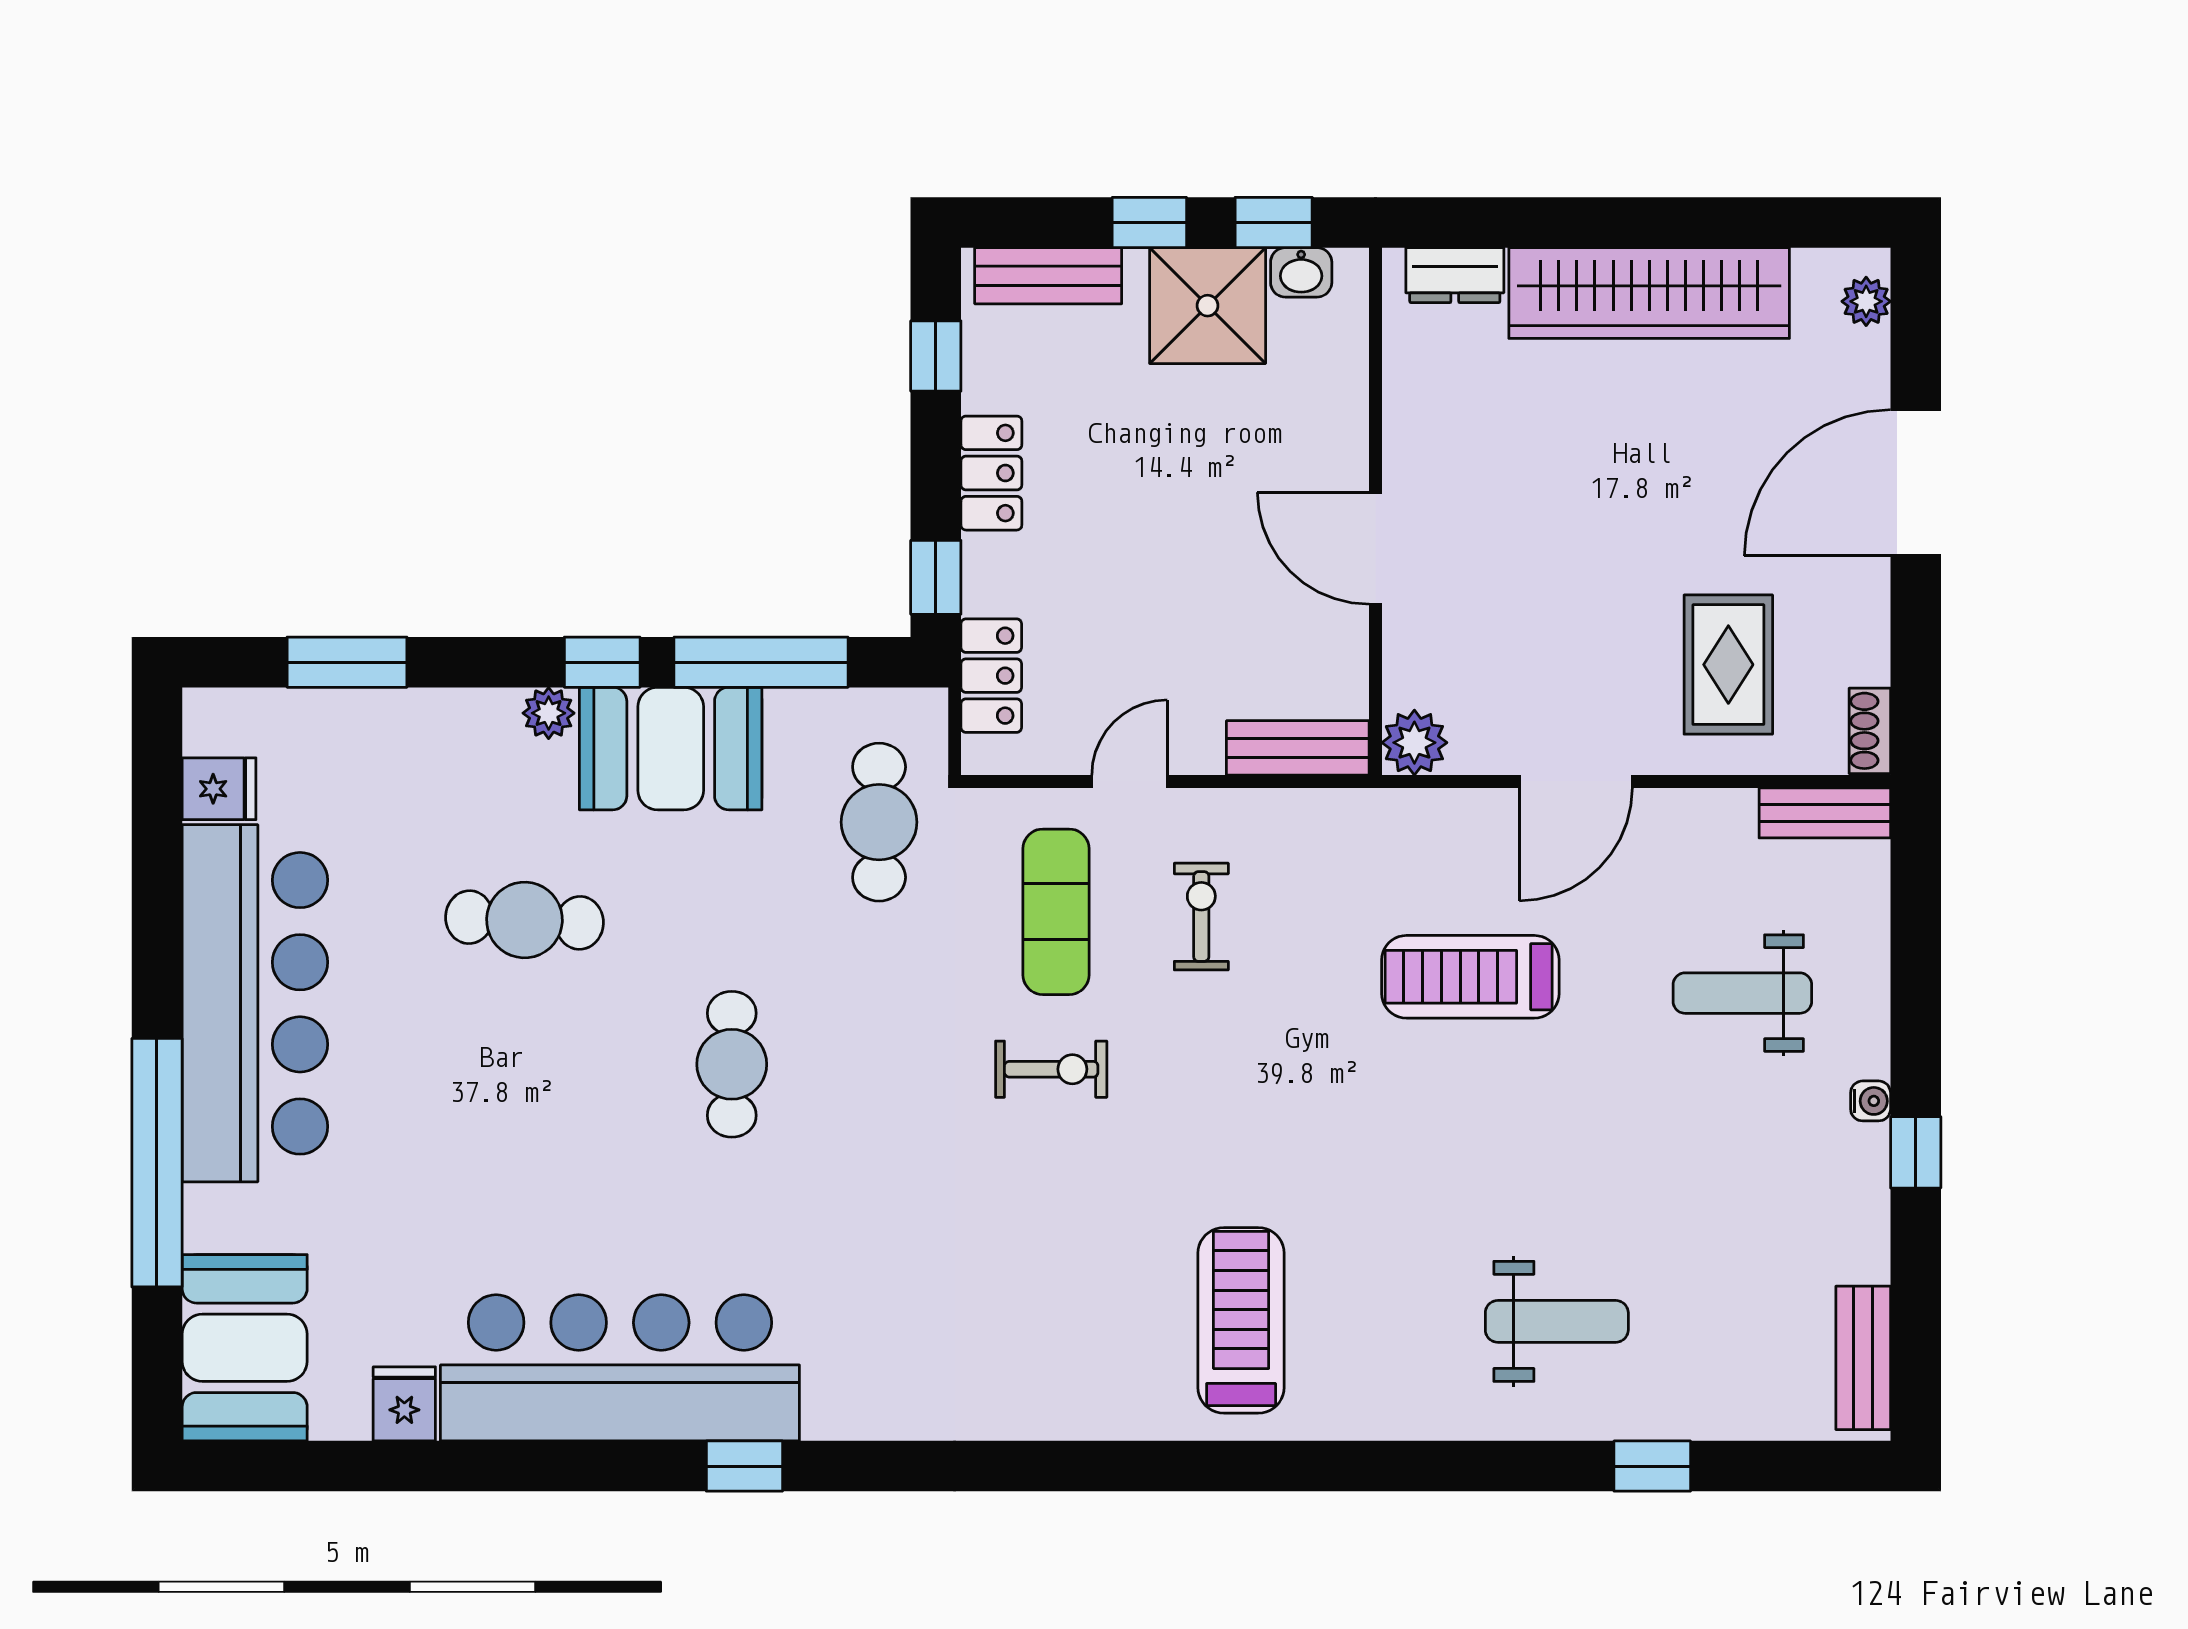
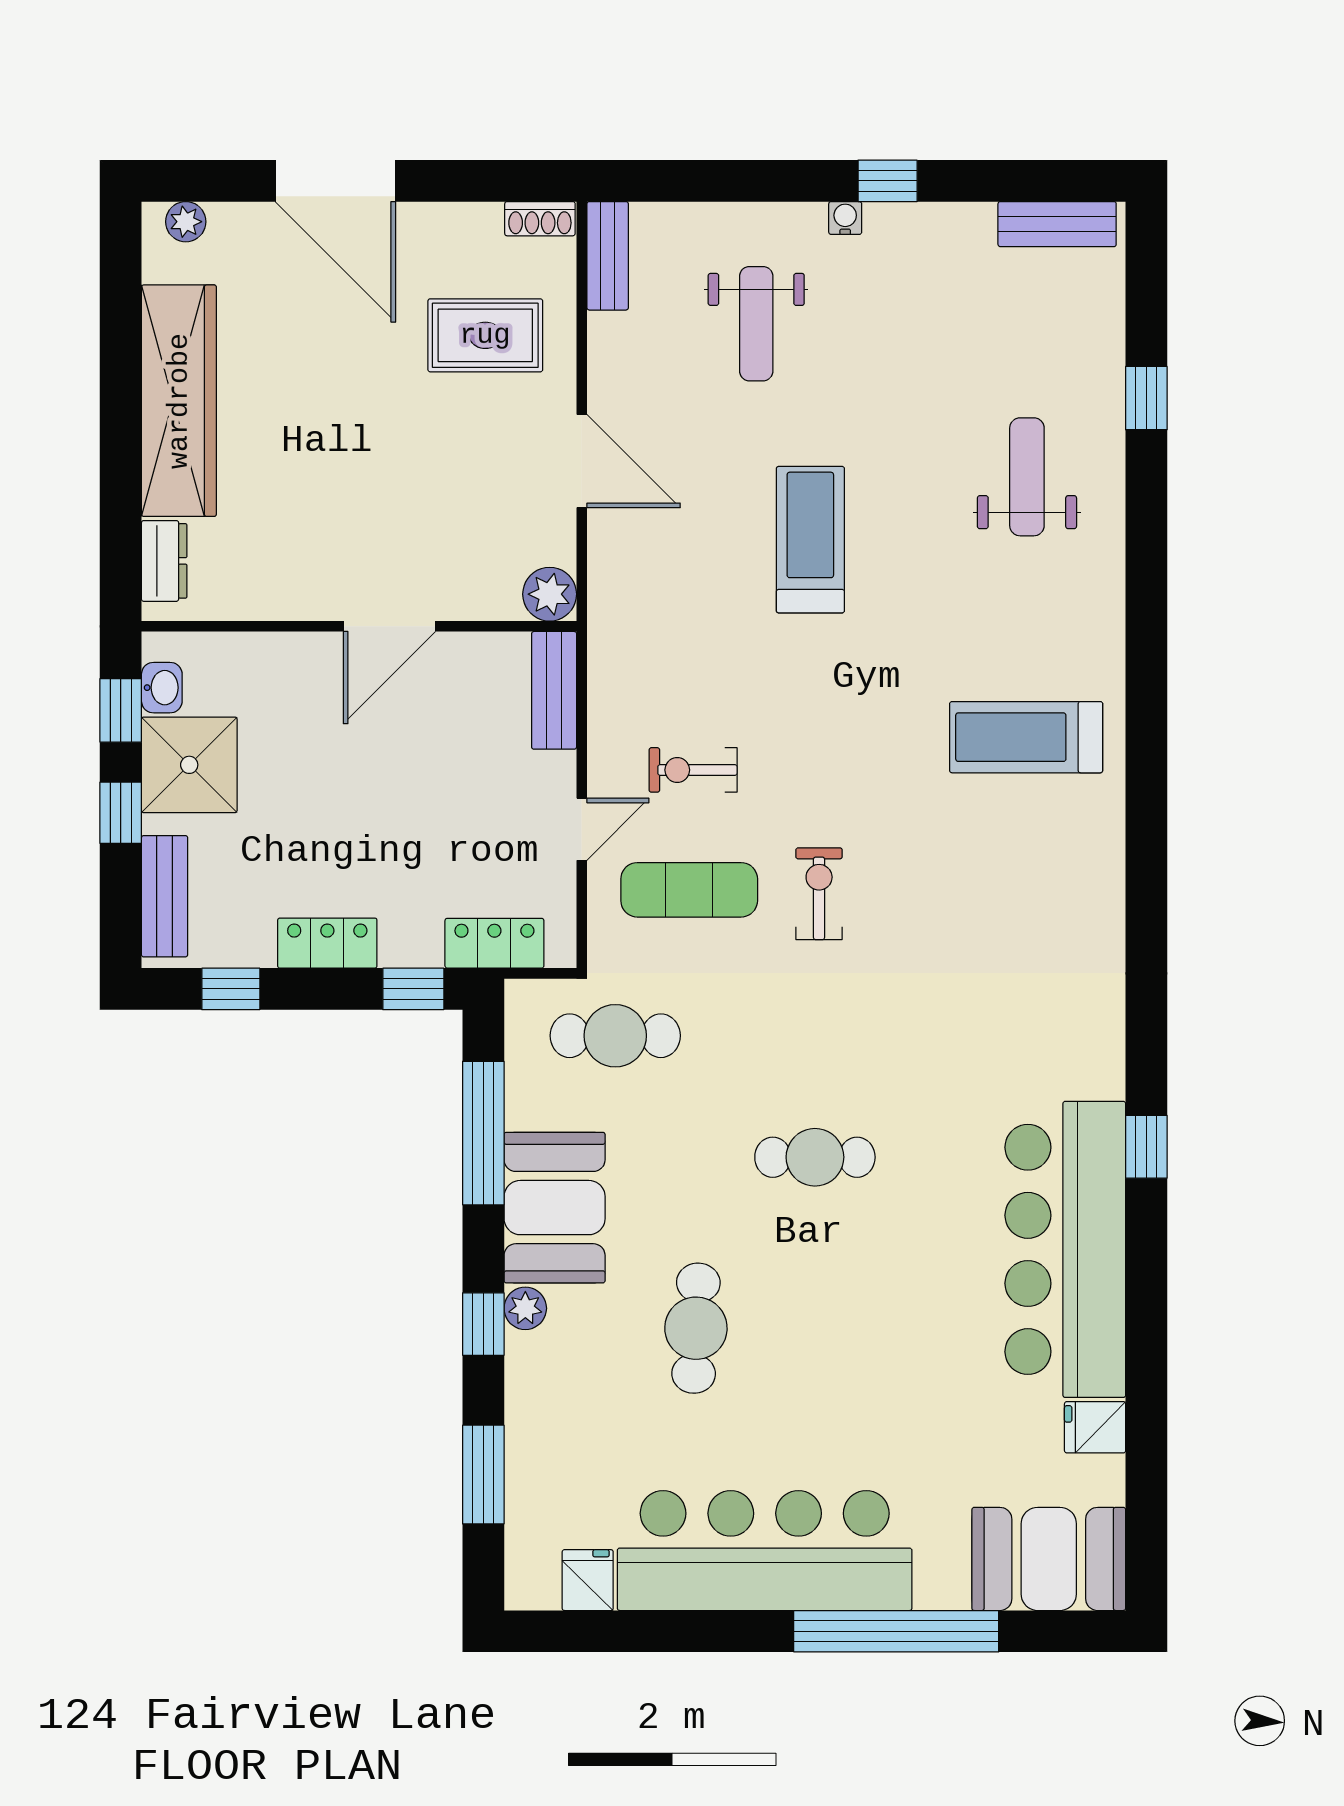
window: (602, 662) -> (483, 1324), moved
door: (1129, 781) -> (582, 829), swing flipped
treadmill: (1470, 977) -> (810, 540), moved, turned 180

